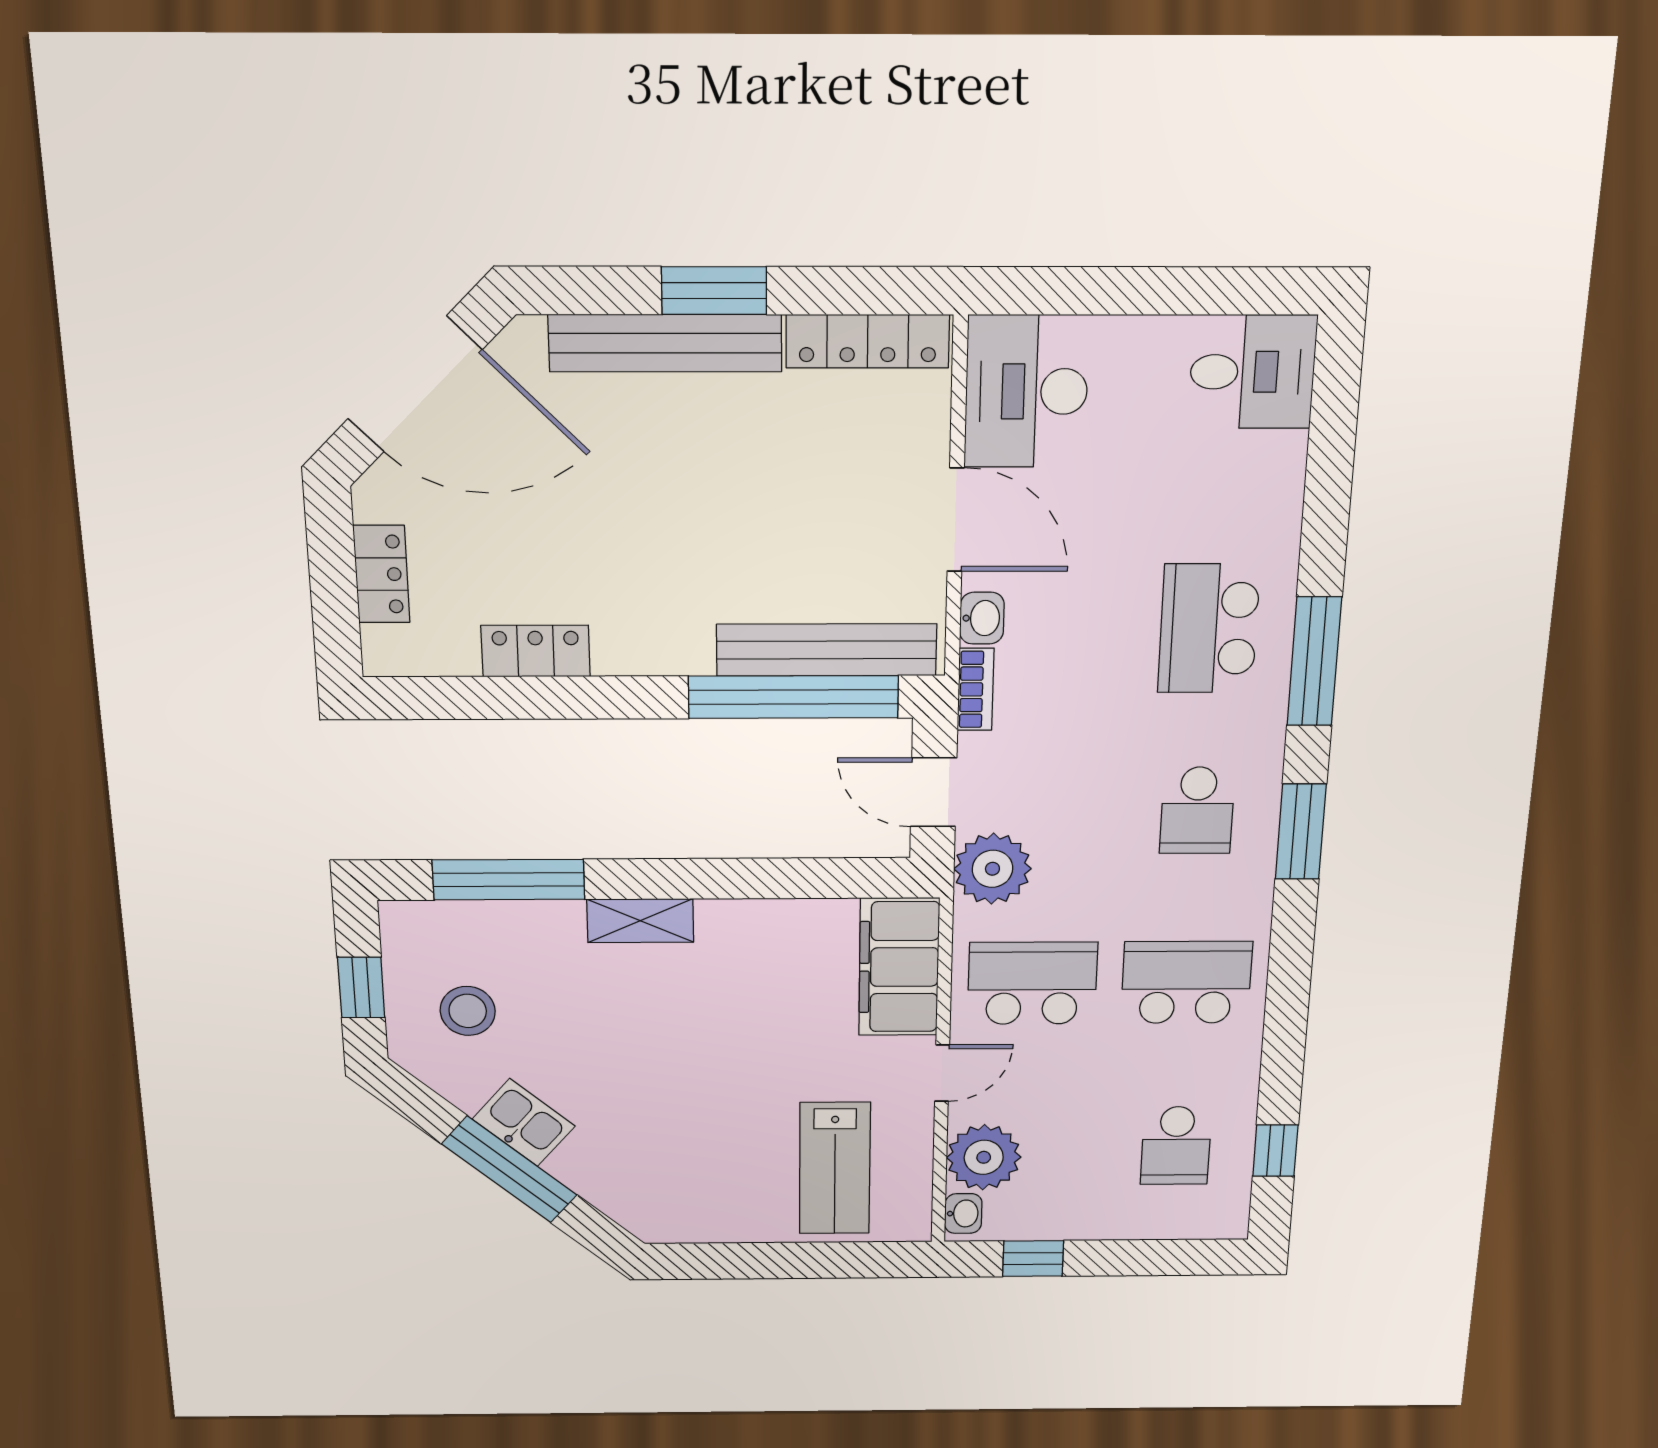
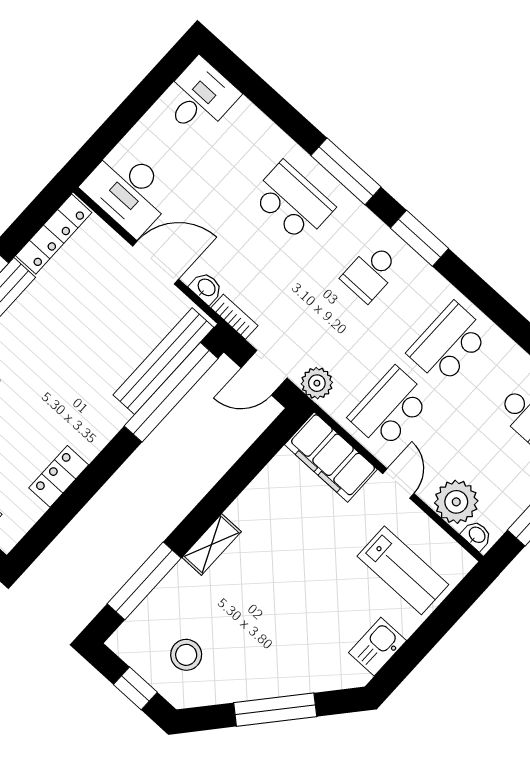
school desk: (1209, 629) -> (293, 202), turned 180
school desk: (1197, 810) -> (371, 273), turned 90
plant: (992, 869) -> (317, 383), width x0.73, depth x0.73
kitchen sink: (524, 1123) -> (378, 647), moved, turned -41

